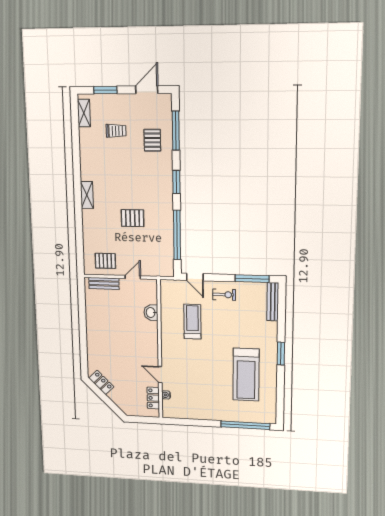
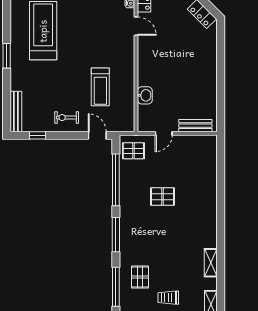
trolley: (116, 131) -> (168, 298), moved
window: (176, 182) -> (116, 235), width x1.44
shelving: (87, 195) -> (211, 263), moved
pallet: (105, 261) -> (133, 151), moved
window: (252, 279) -> (38, 135), width x0.46

